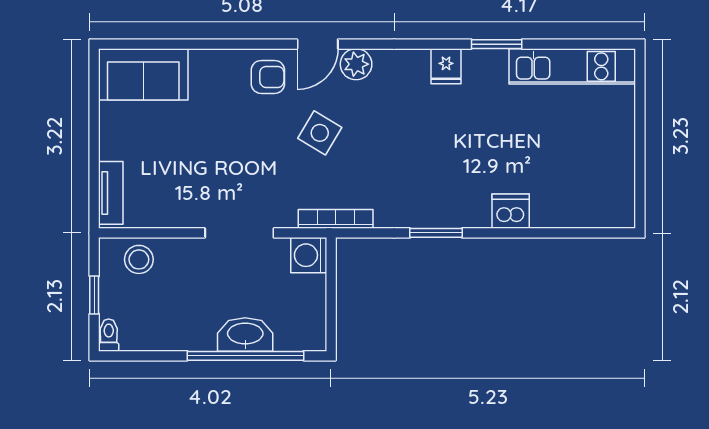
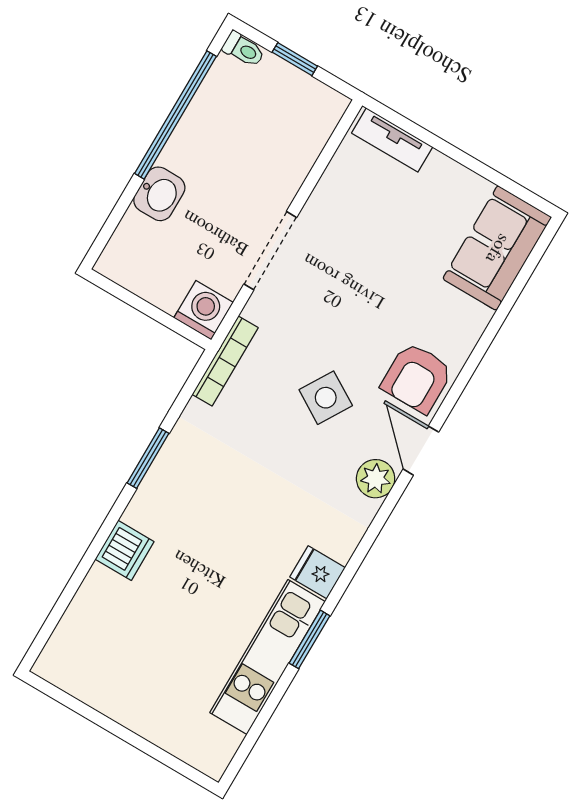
kitchen unit: (572, 66) -> (267, 657), moved
armchair: (268, 77) -> (417, 378), width x1.38, depth x1.38
stool: (139, 259) -> (305, 128), removed
washbasin: (245, 335) -> (159, 194), width x0.72
window: (245, 356) -> (176, 115), moved

